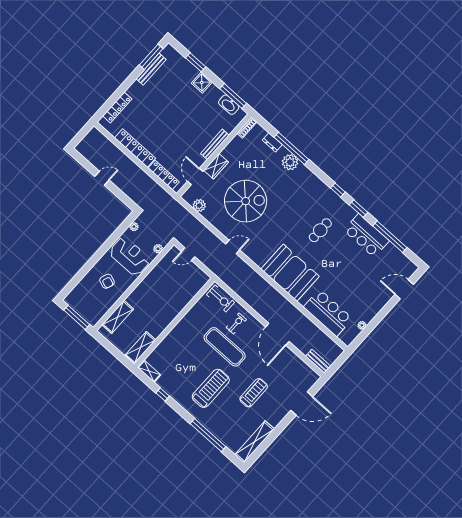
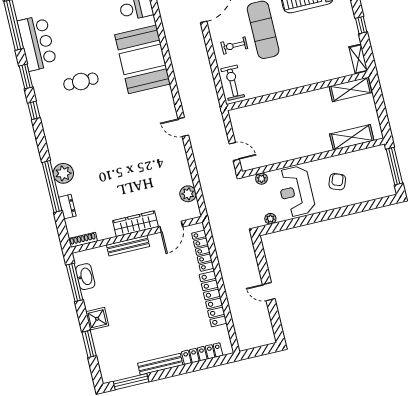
bench: (151, 69) -> (160, 364), moved
wardrobe: (216, 166) -> (135, 224), width x1.50
spiral stairs: (246, 201) -> (137, 165), removed

